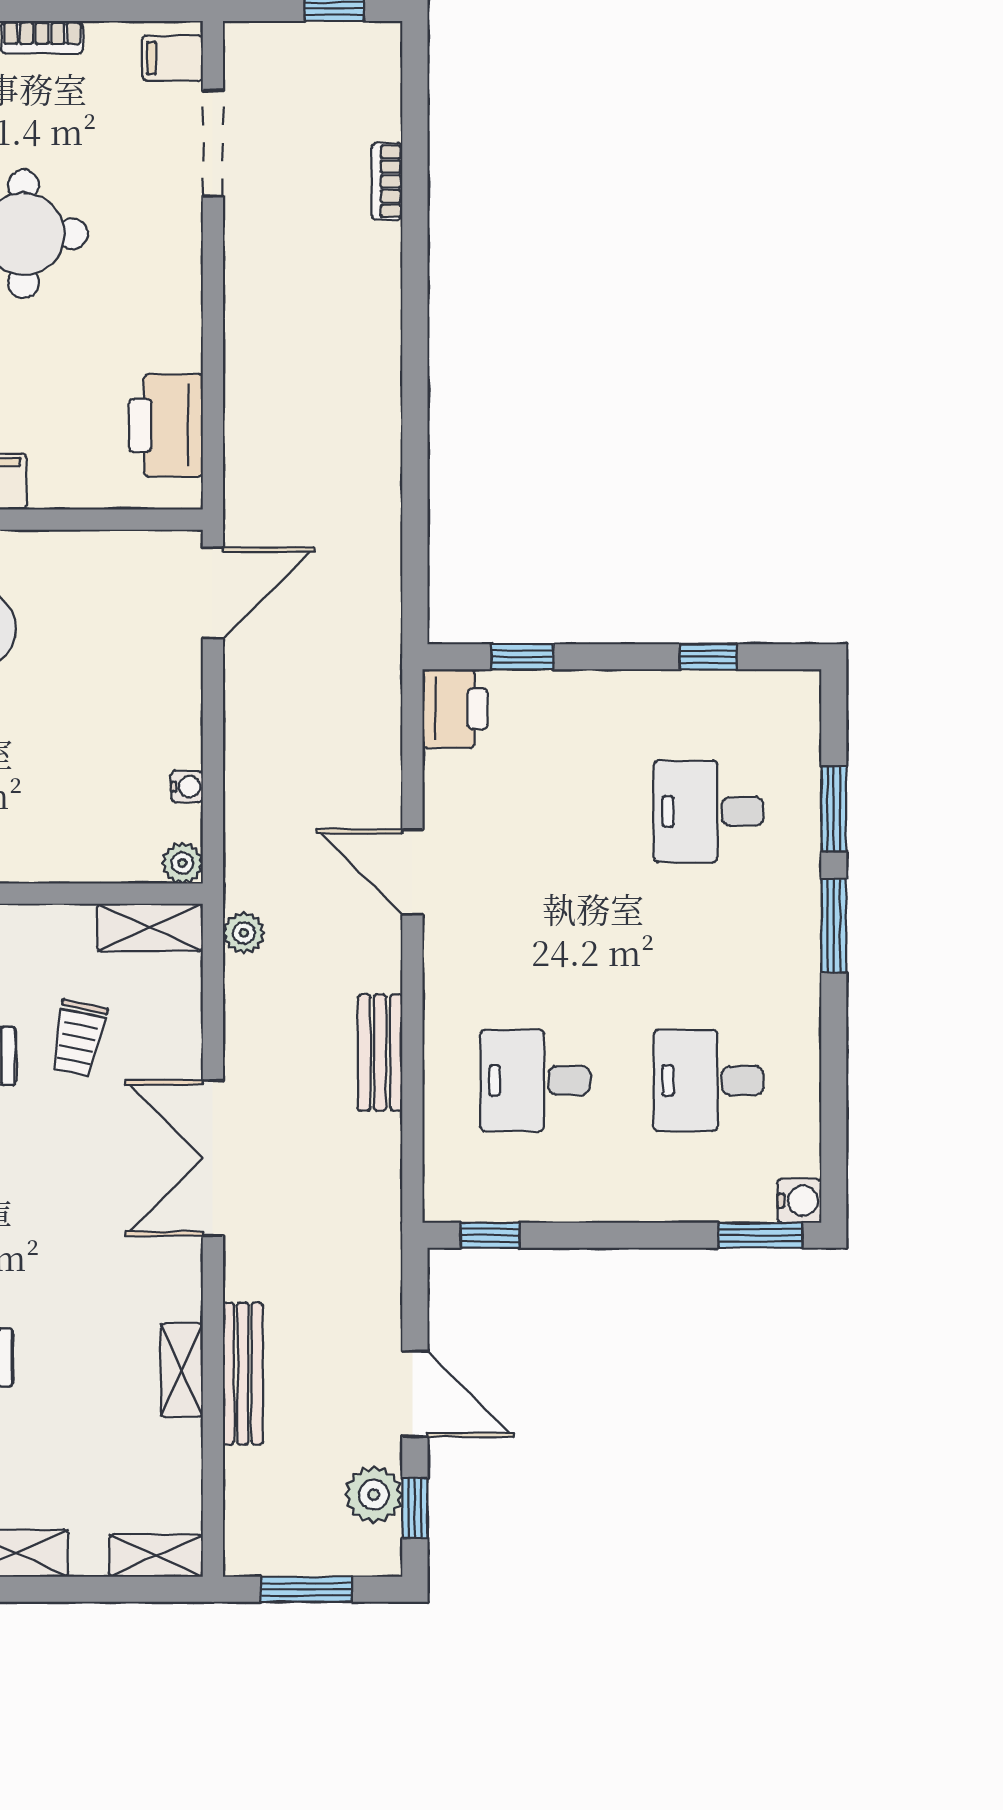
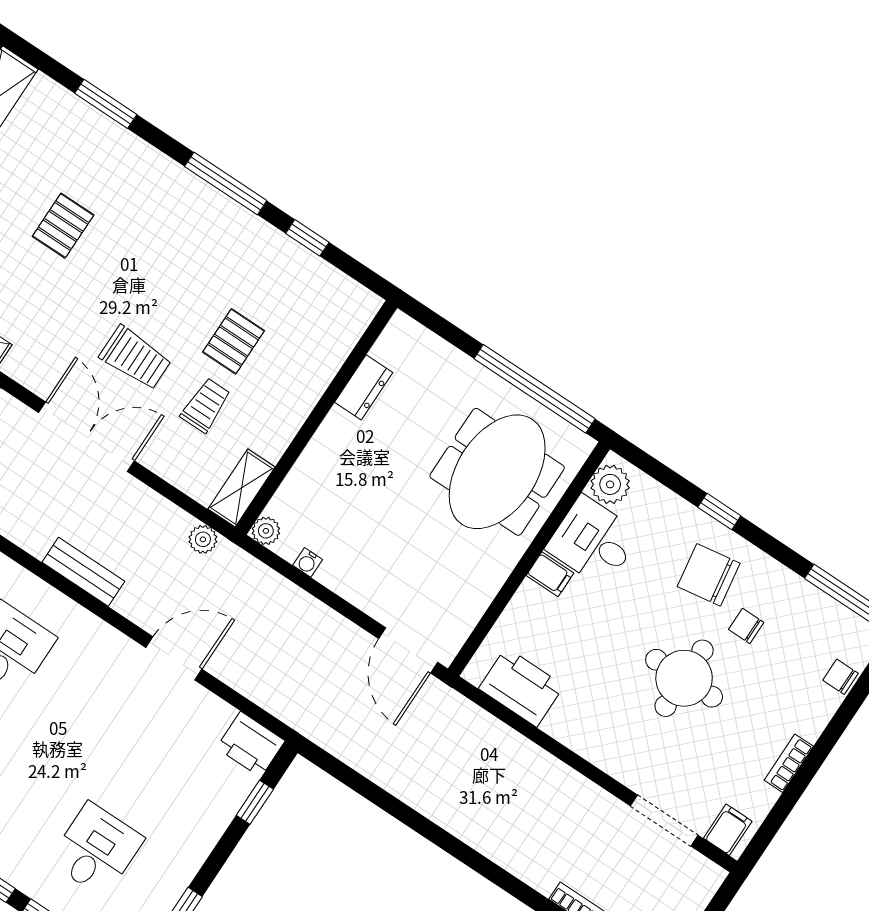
trolley: (78, 1038) -> (206, 405), turned 78
trolley: (77, 1162) -> (135, 358), added

